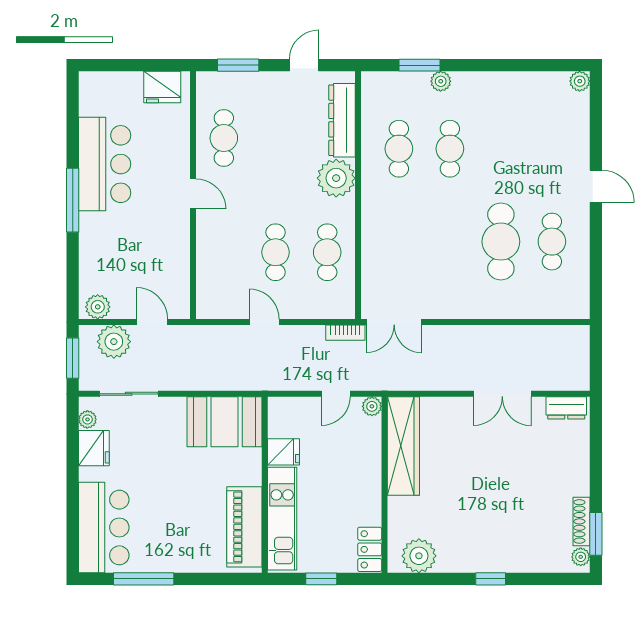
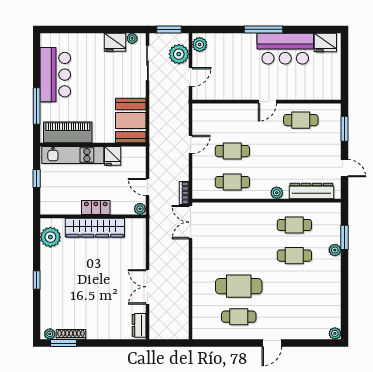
fridge: (162, 87) -> (325, 42), moved, turned -90
plant: (336, 178) -> (277, 193), width x0.53, depth x0.53
wardrobe: (403, 446) -> (95, 228), moved
bar counter: (104, 527) -> (55, 75), moved, turned -90
locker: (370, 549) -> (96, 208), moved
window: (144, 579) -> (37, 106), moved

